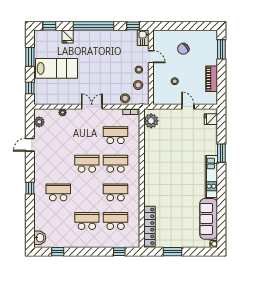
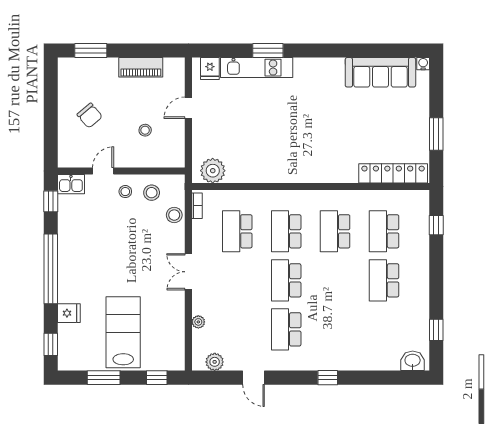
kitchen unit: (211, 177) -> (257, 68), moved
school desk: (58, 192) -> (286, 329), moved

